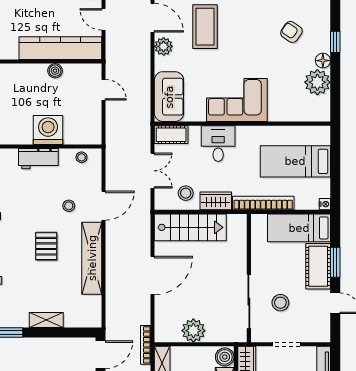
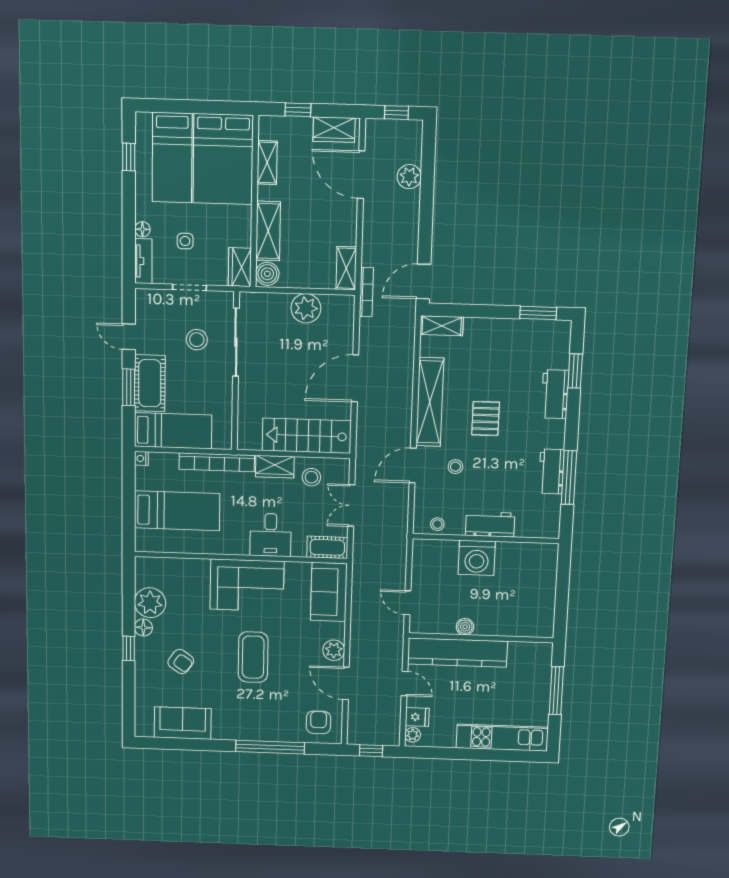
coffee table: (205, 27) -> (253, 657), moved
shelving: (46, 320) -> (442, 326), moved

